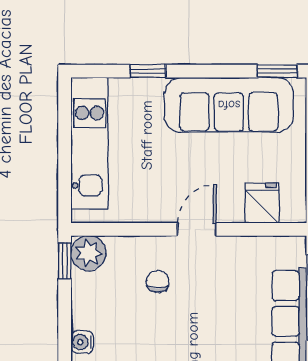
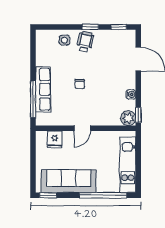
window: (148, 71) -> (103, 195), width x3.17
chair: (158, 281) -> (80, 84), moved
water cooler: (82, 342) -> (131, 94), moved

